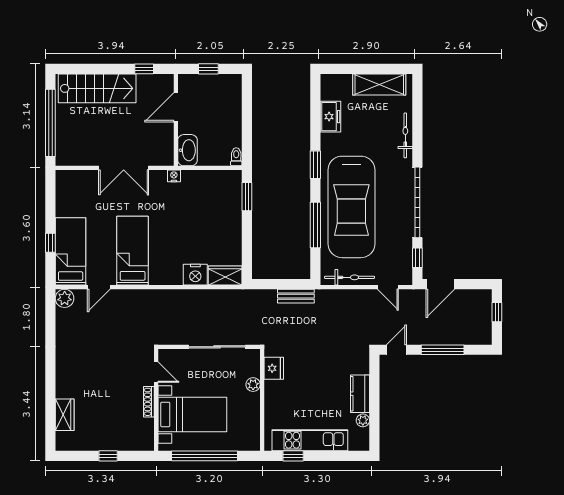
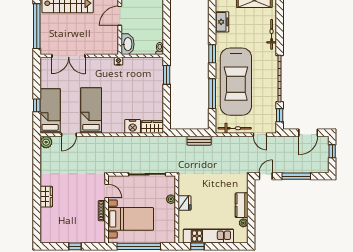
double door: (124, 168) -> (69, 56), moved
door: (440, 284) -> (308, 133), moved
fridge: (274, 368) -> (184, 203), moved
wardrobe: (65, 415) -> (46, 197), moved

